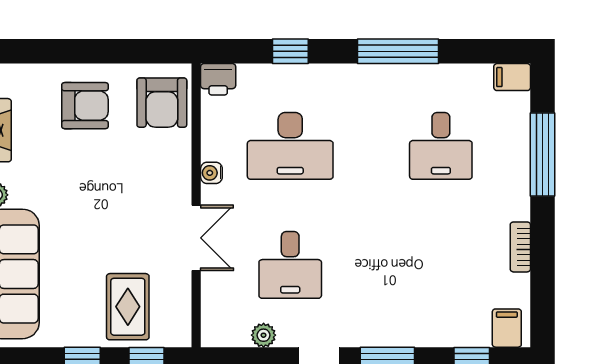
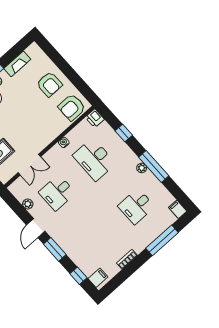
plant: (381, 75) -> (142, 168), added
double door: (196, 238) -> (29, 165), moved

